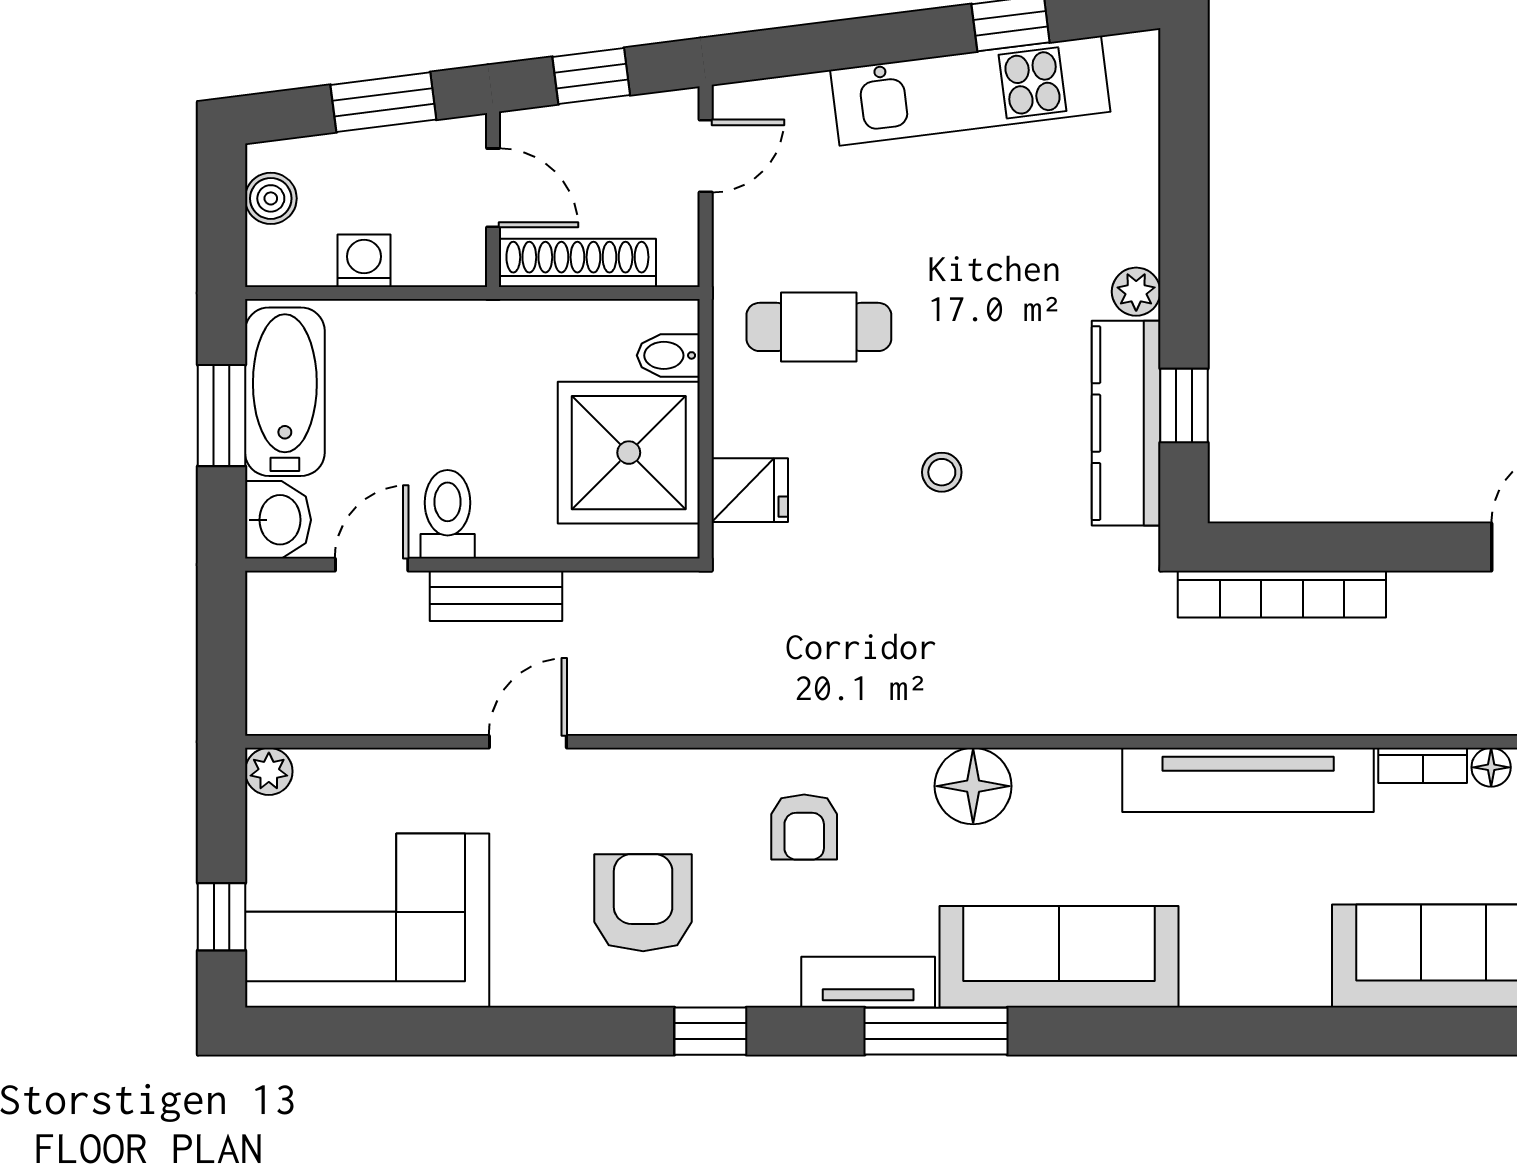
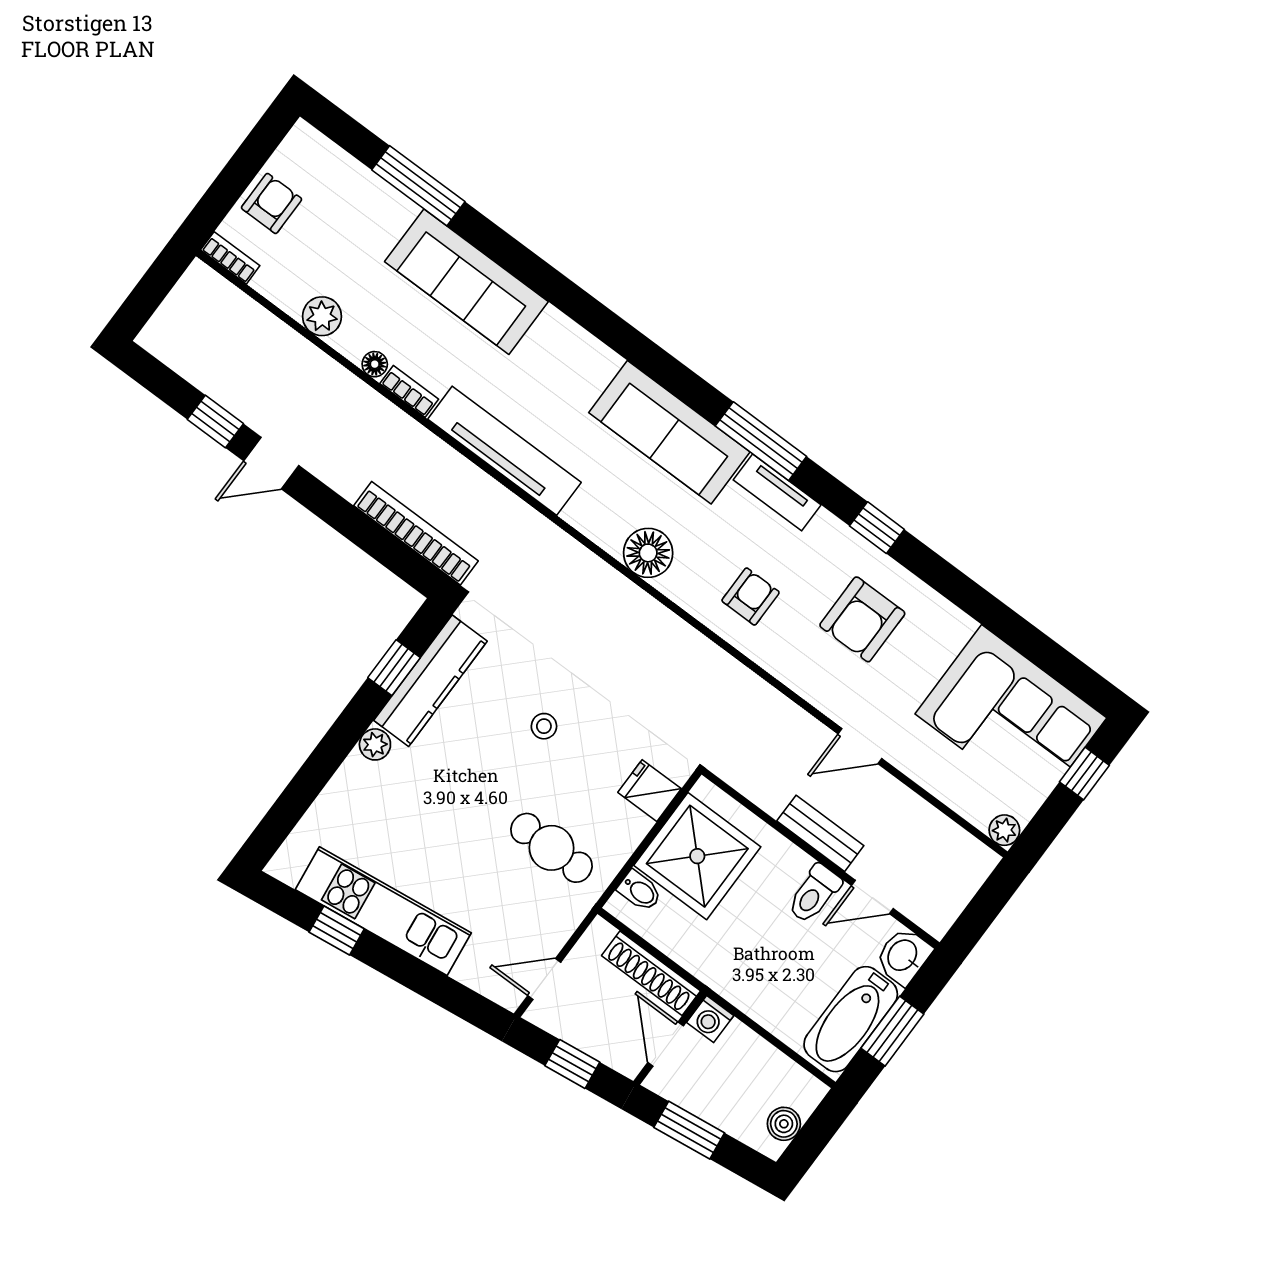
washing machine: (364, 261) -> (710, 1019), moved

